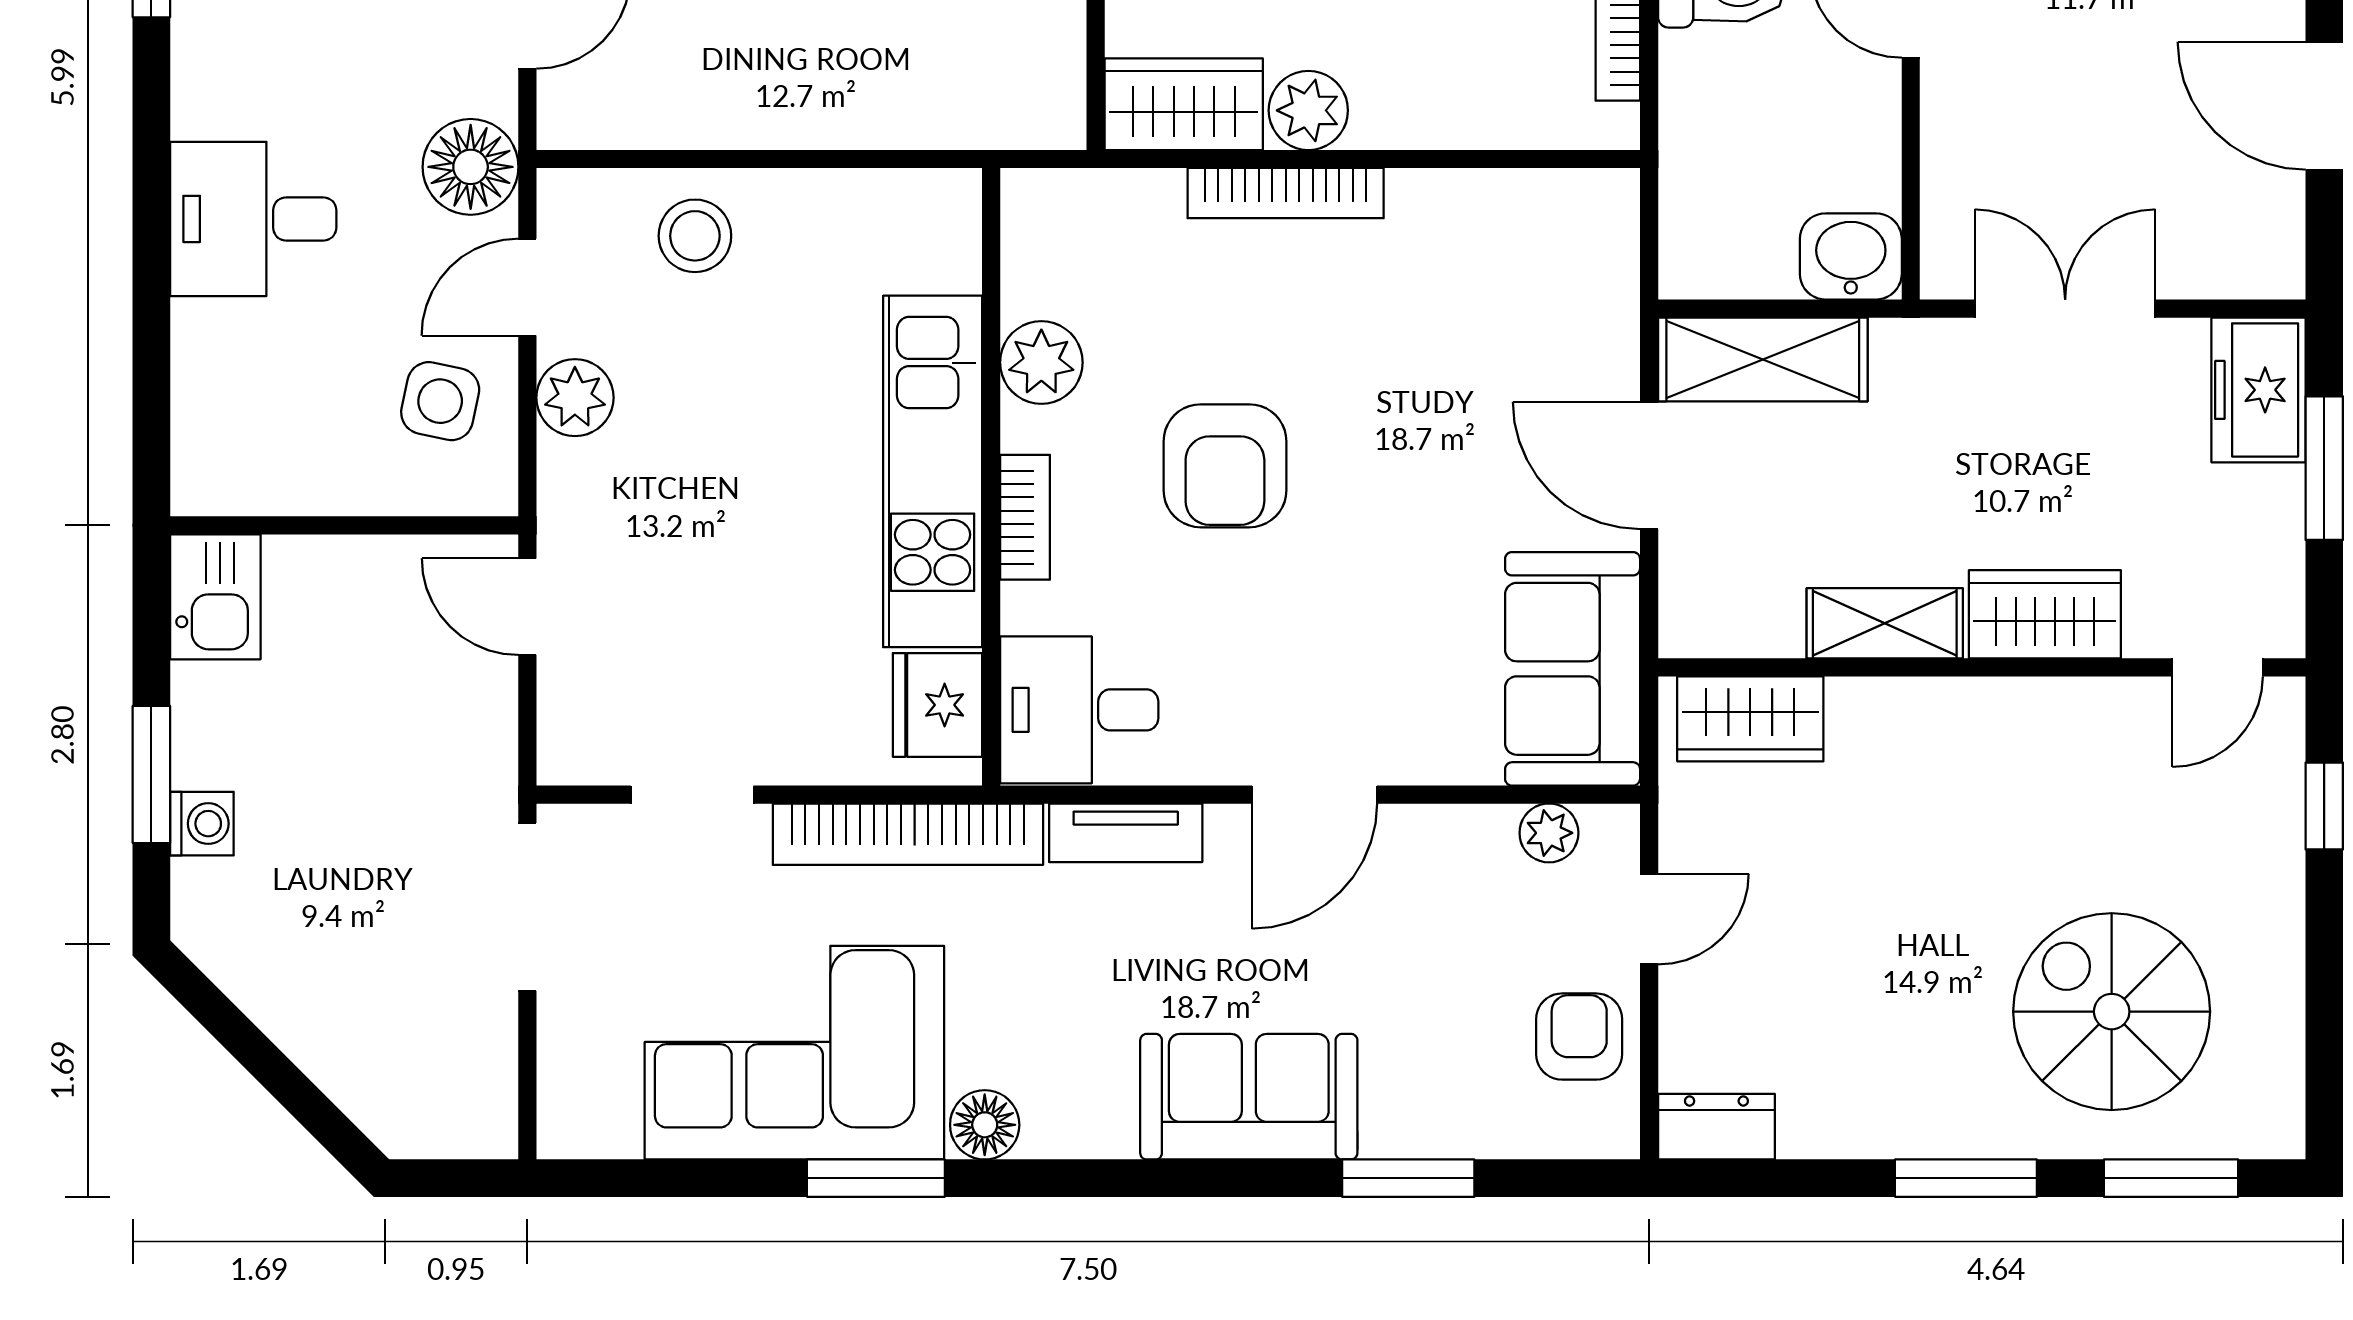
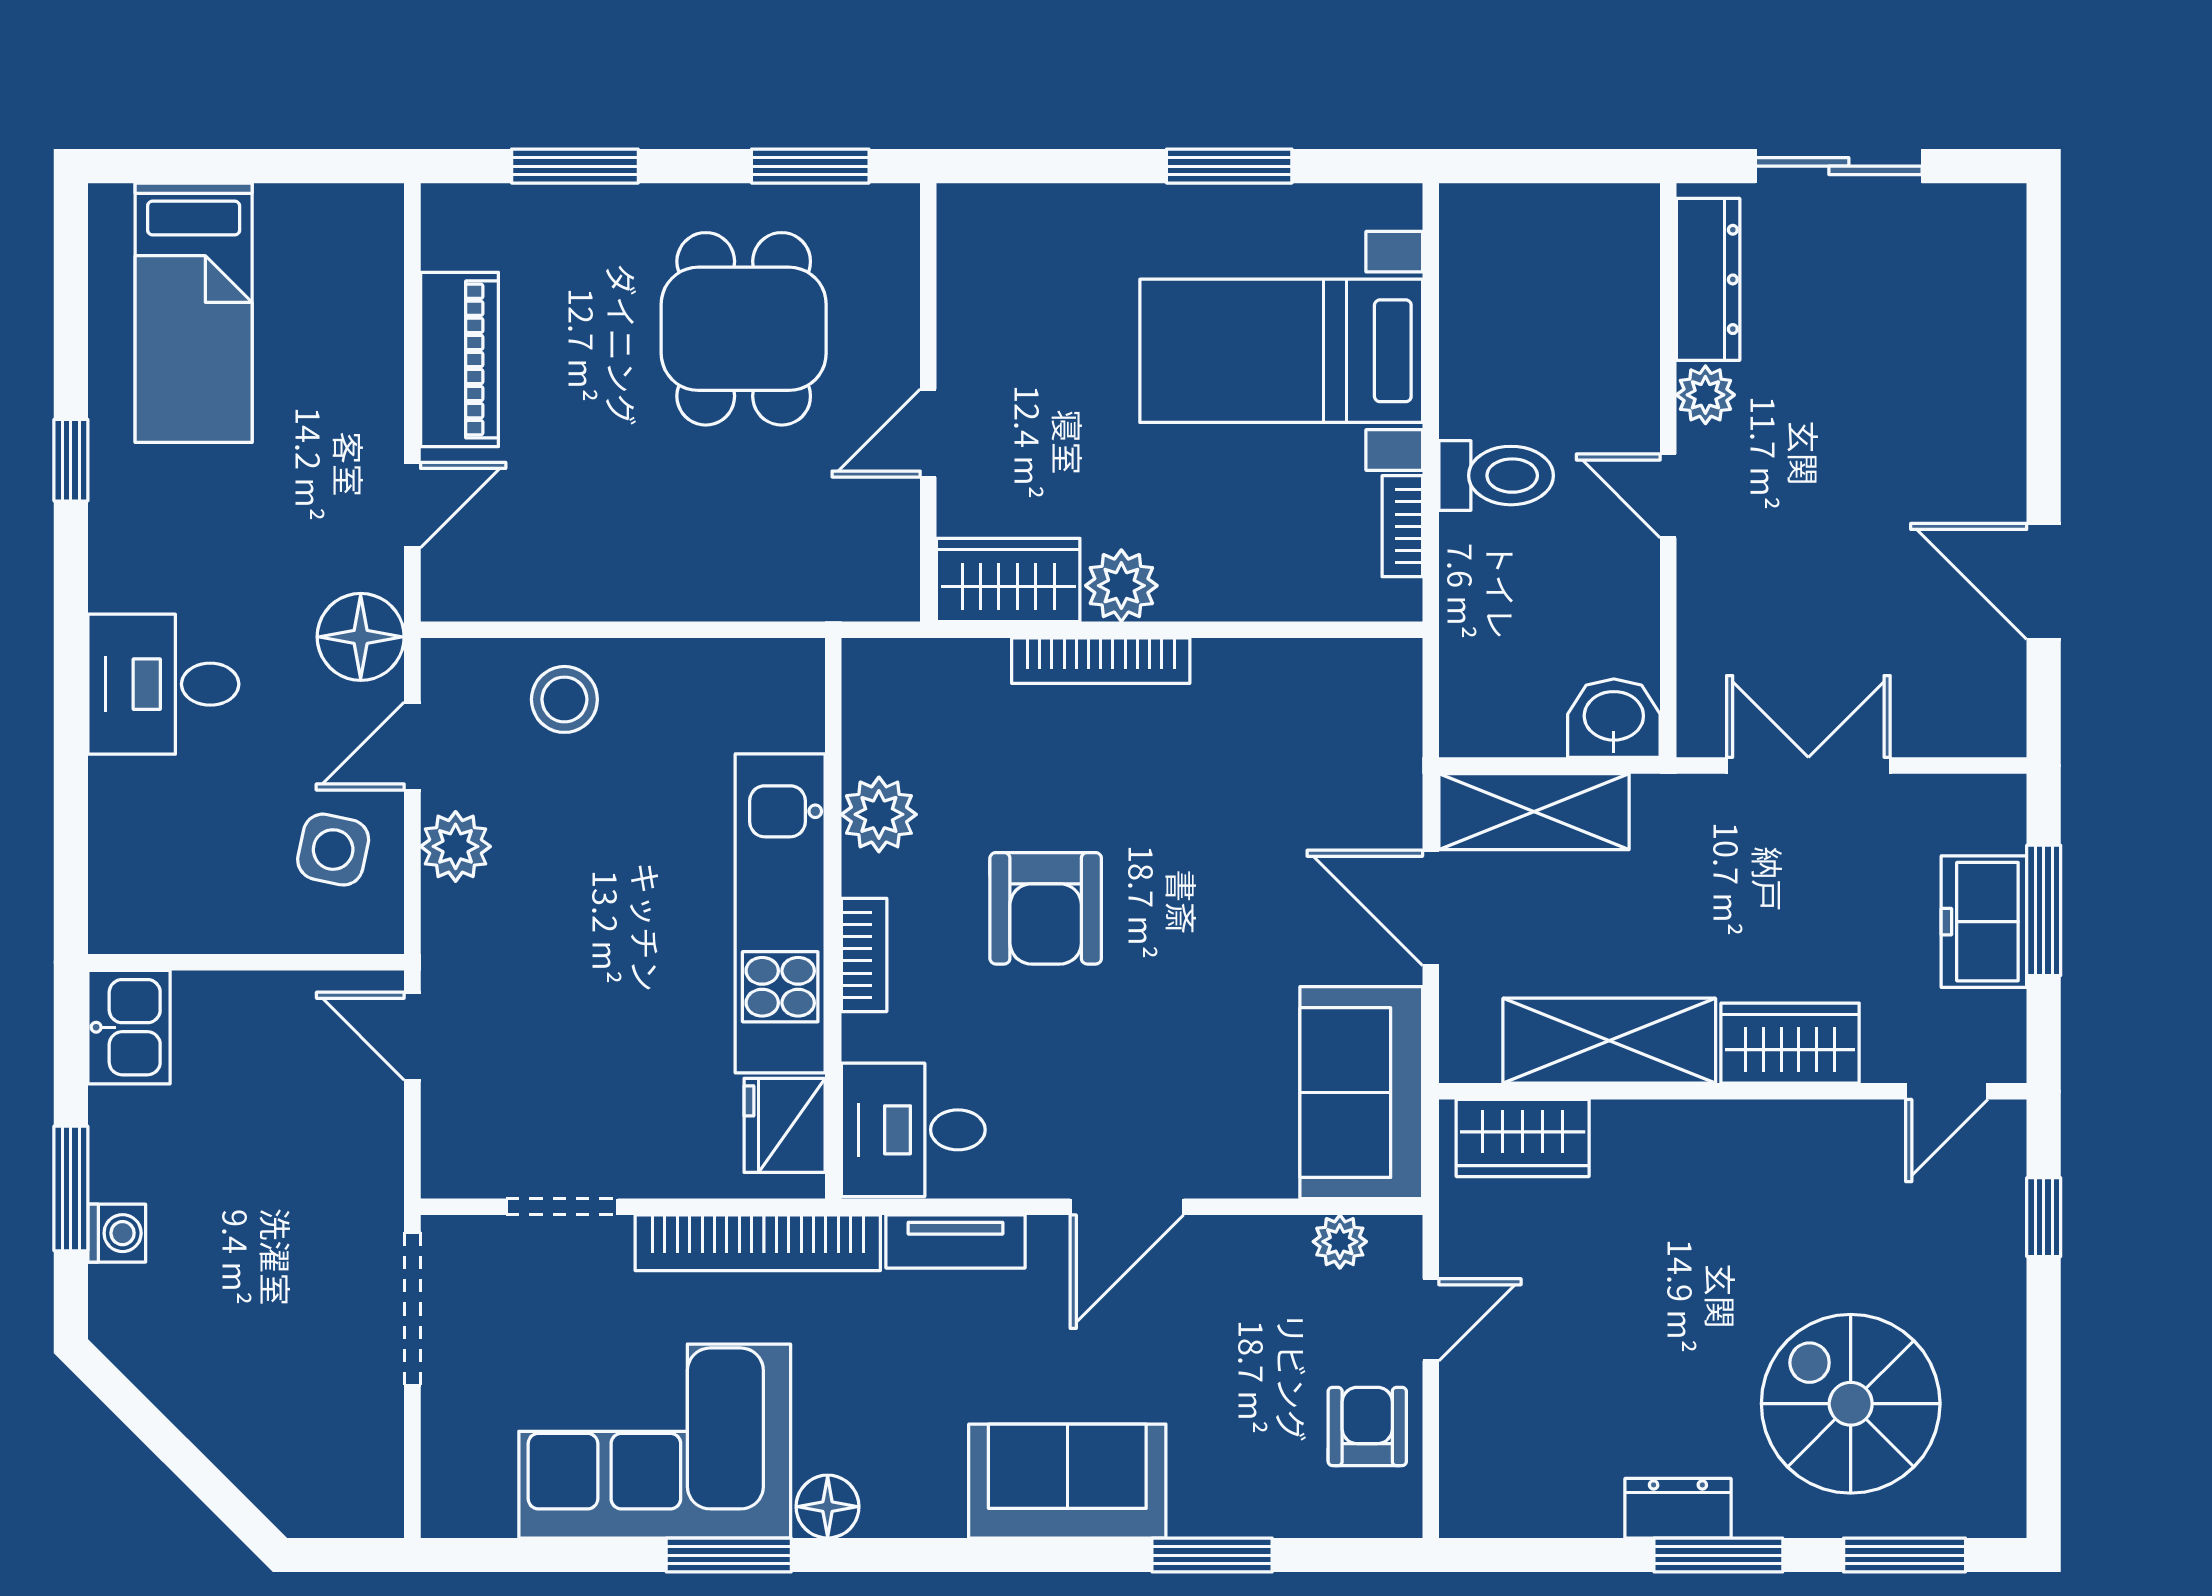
freezer: (2258, 390) -> (1984, 922), moved
shelving: (1885, 623) -> (1609, 1041), width x1.50, depth x1.33
dresser: (1716, 1127) -> (1678, 1508), moved

